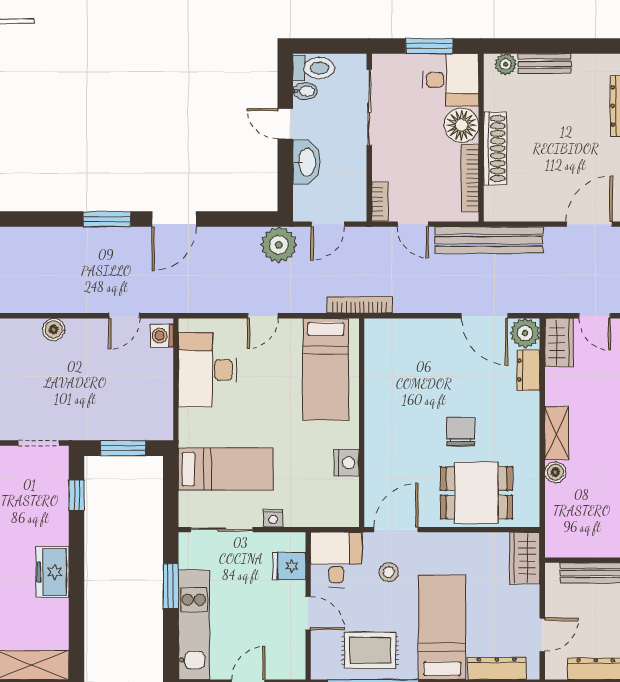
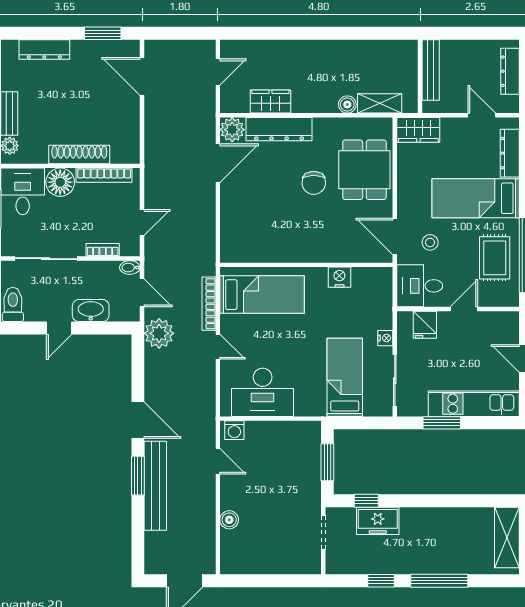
bidet: (305, 91) -> (130, 268), moved, turned -90
bookcase: (380, 202) -> (103, 250), moved
bench: (489, 240) -> (155, 486), moved
bookcase: (360, 305) -> (209, 304), moved
wardrobe: (559, 343) -> (270, 102), moved
dresser: (528, 370) -> (279, 129), width x1.96, depth x1.24
chair: (461, 432) -> (314, 183), turned -90
shelving: (557, 433) -> (380, 103), moved
freezer: (52, 572) -> (378, 521), moved

